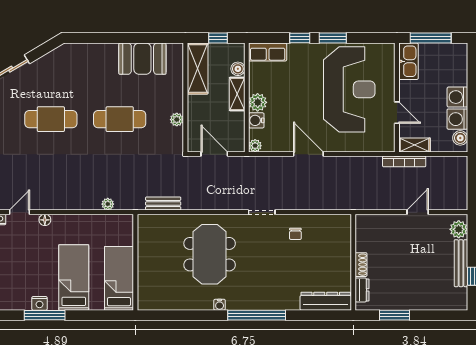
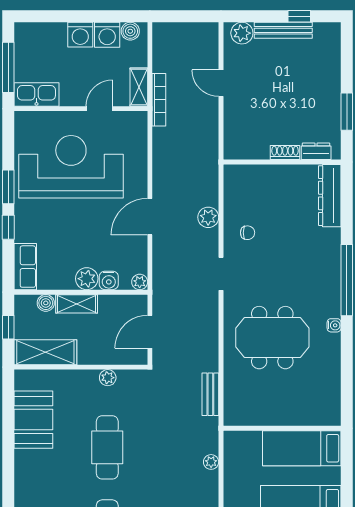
plant: (308, 202) -> (208, 217), added

